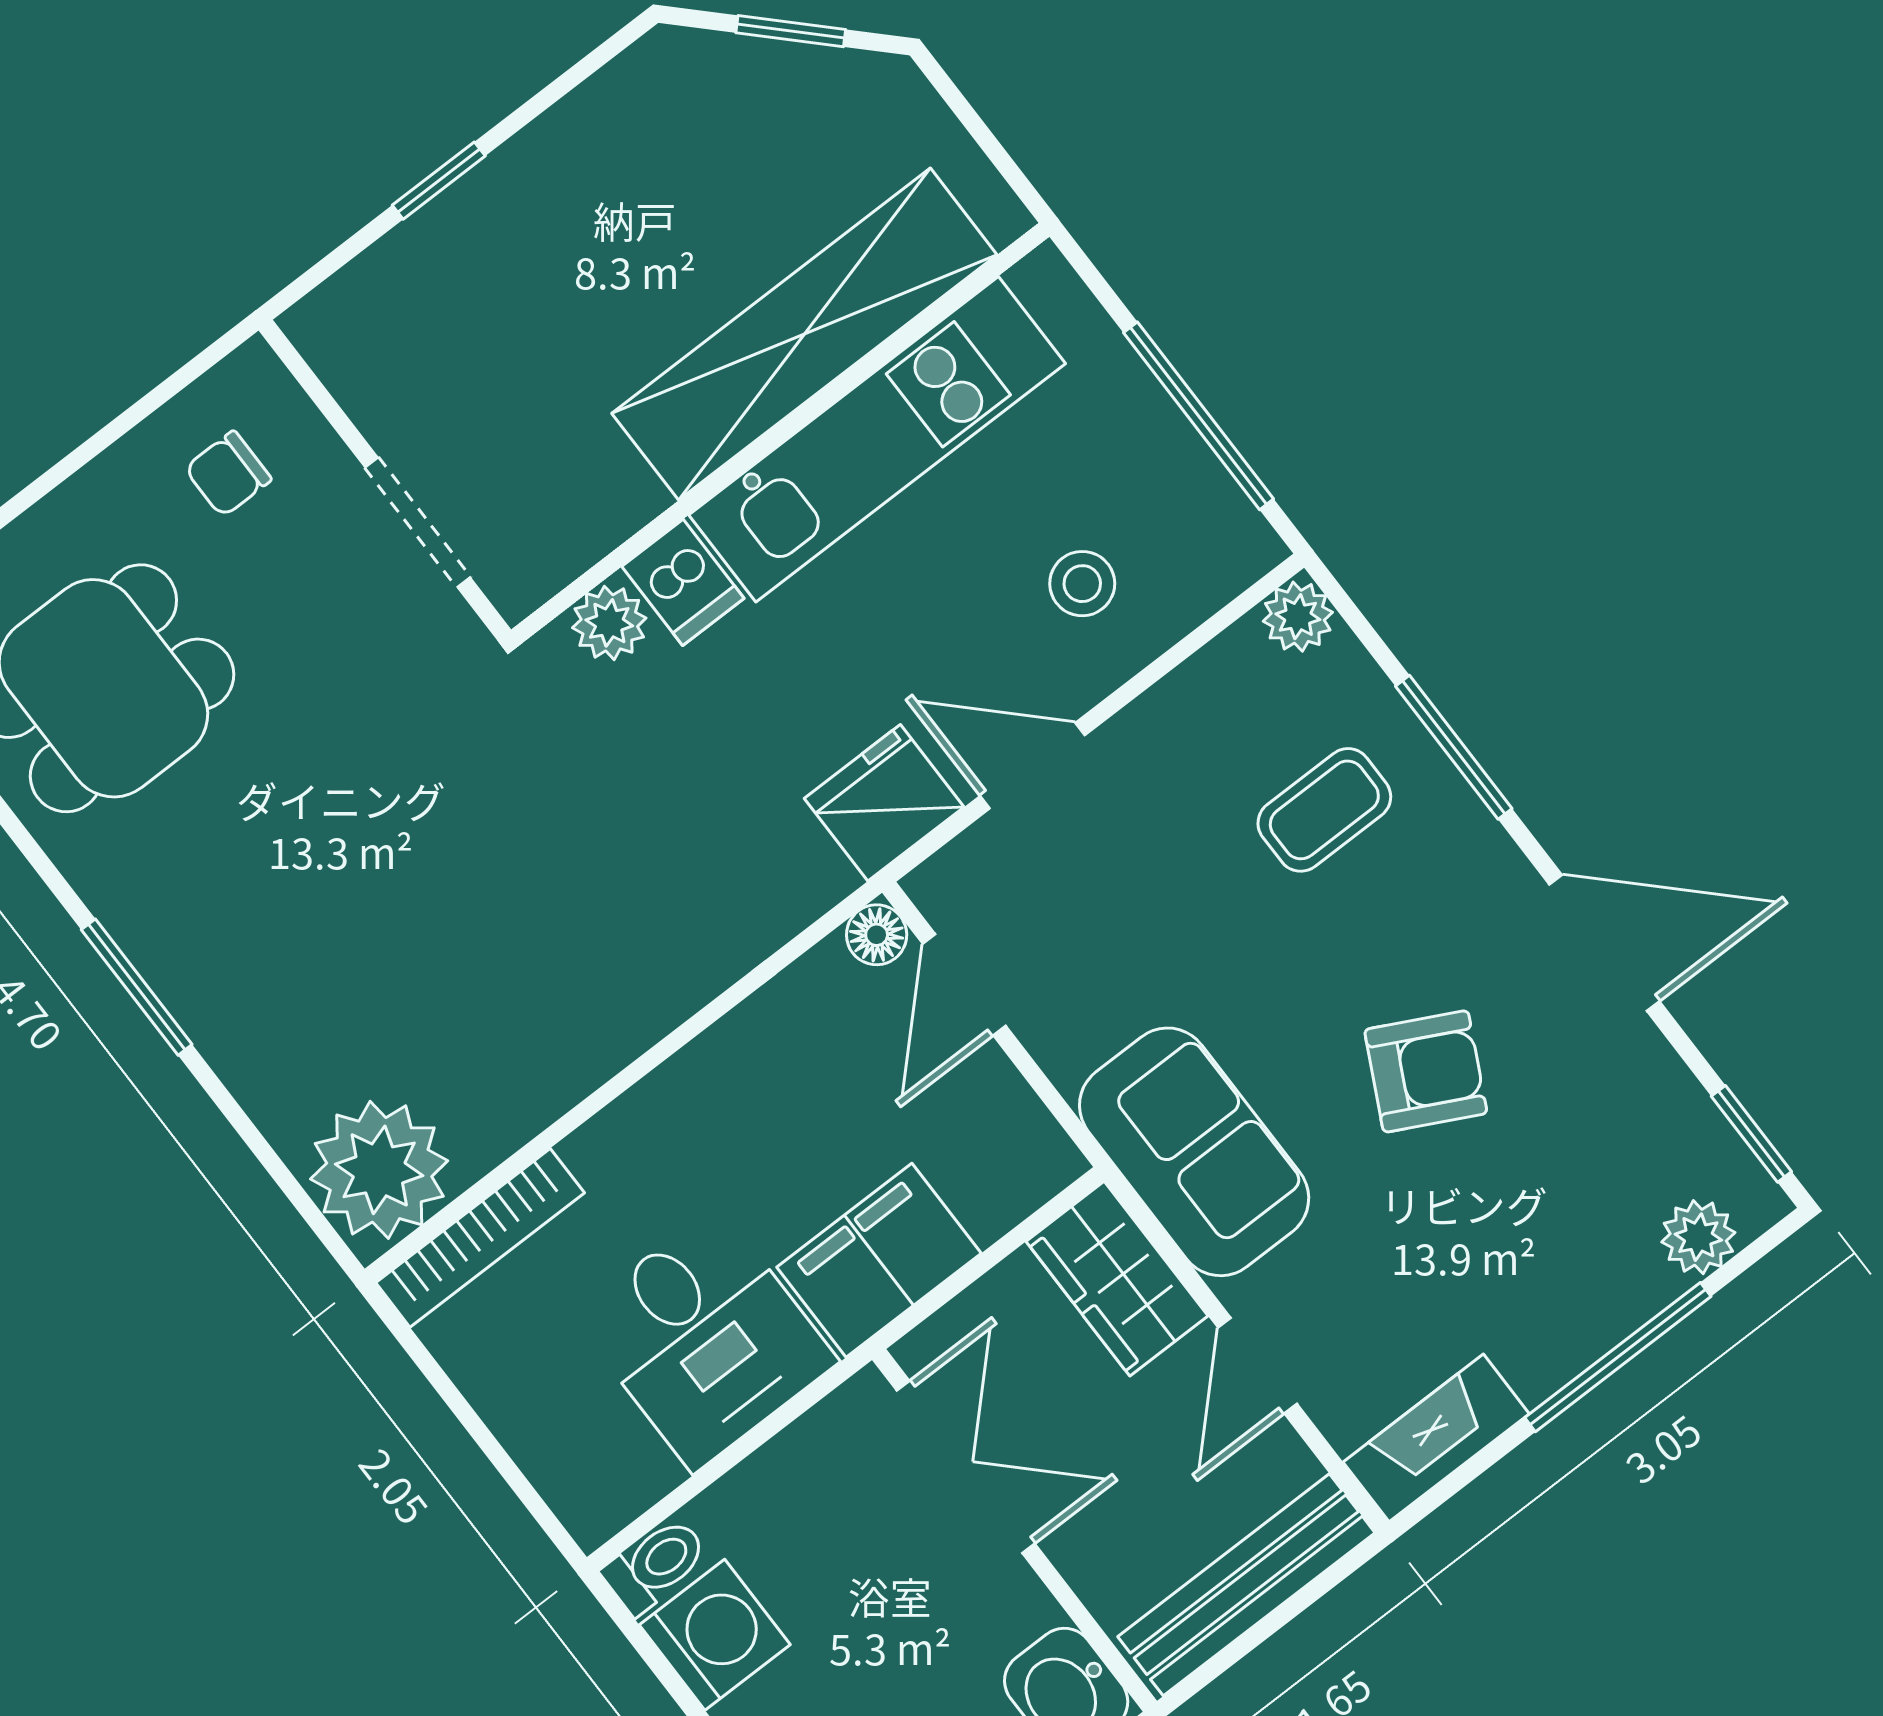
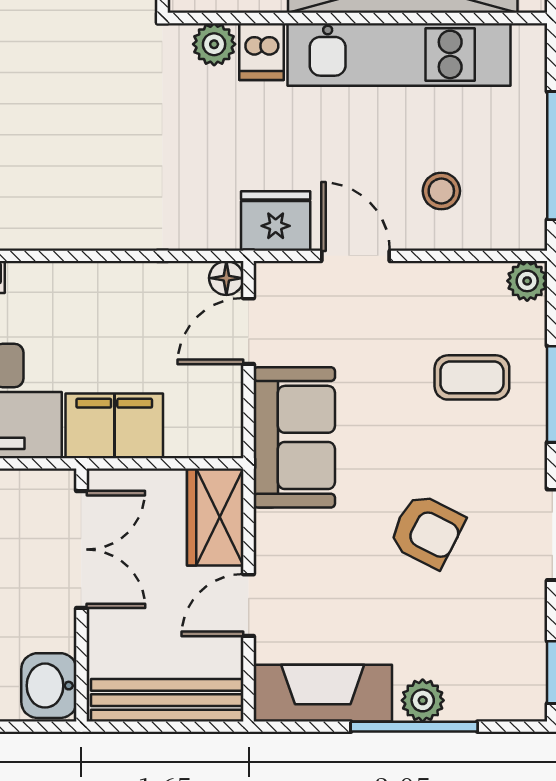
sofa: (1194, 1152) -> (294, 437), moved
plant: (1698, 1237) -> (423, 700), moved
fireplace: (1436, 1438) -> (323, 693), width x1.37, depth x1.32

